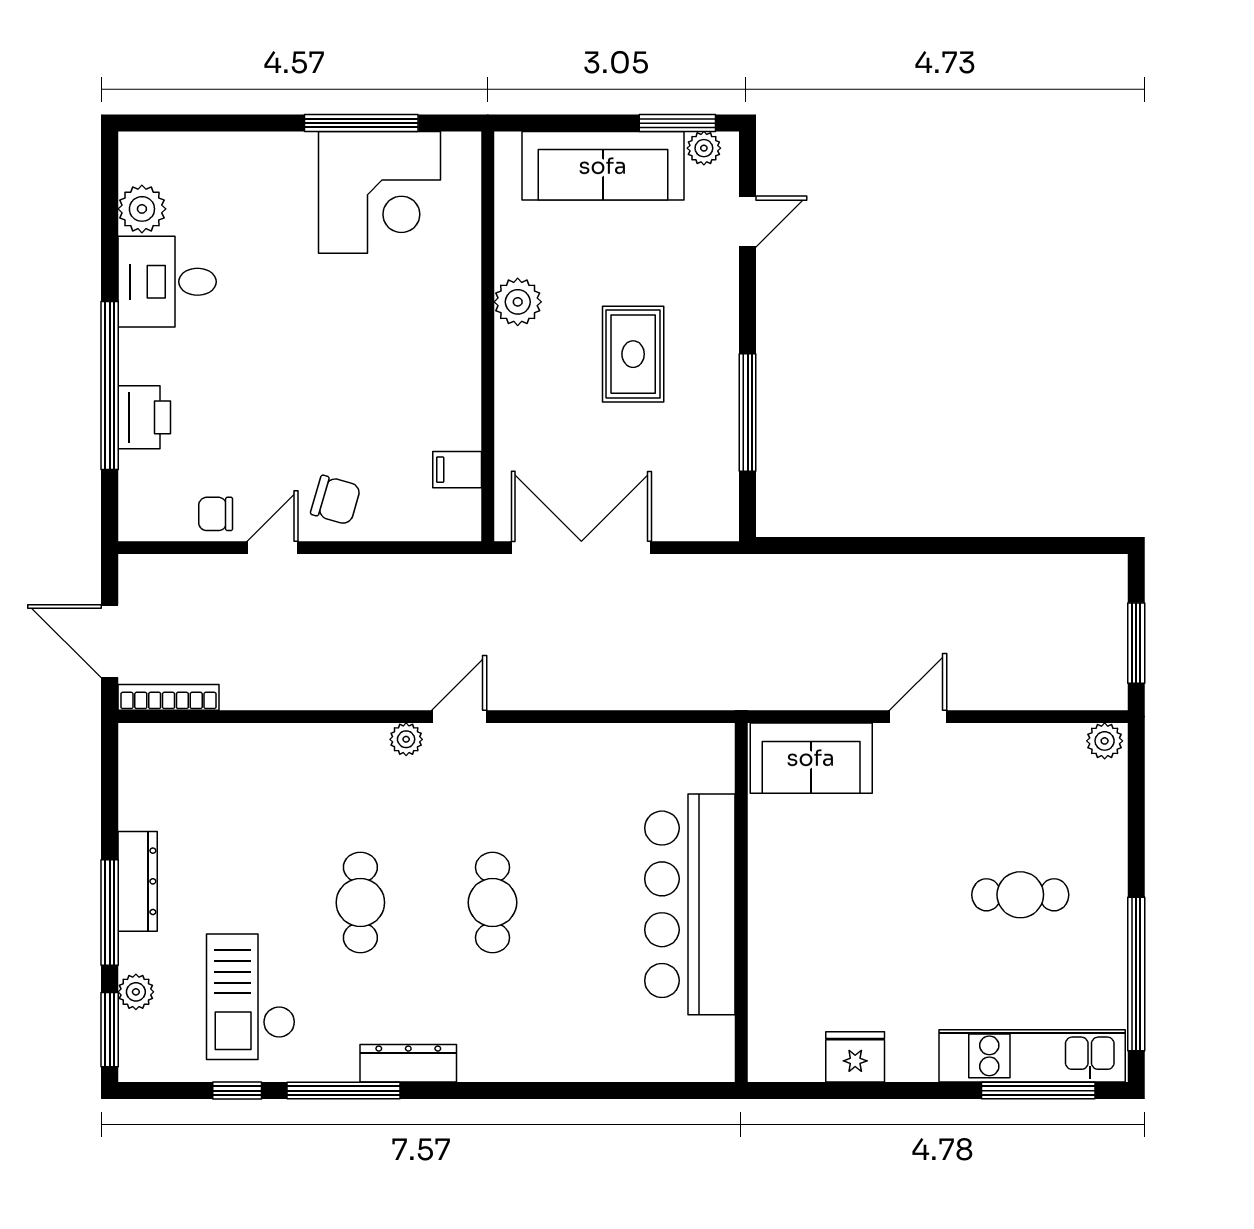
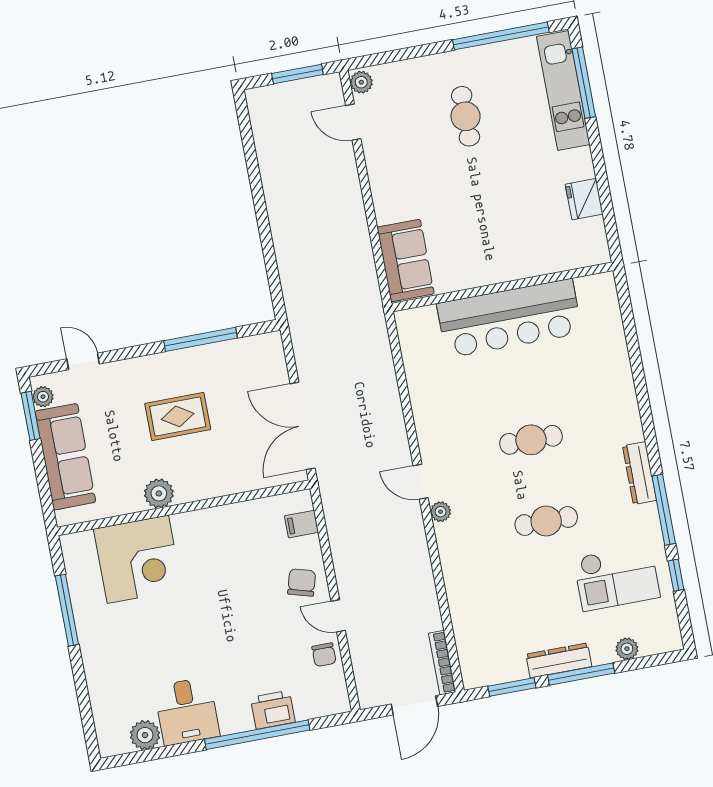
corner desk: (379, 192) -> (138, 559), moved, turned 90
filing cabinet: (457, 470) -> (302, 524), moved, turned 90
door: (918, 717) -> (353, 122), moved
window: (110, 1030) -> (512, 687), moved

